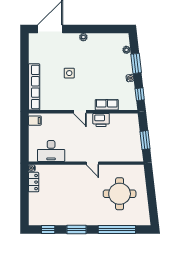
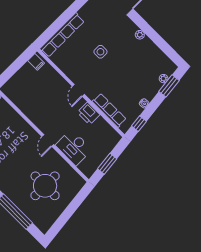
window: (136, 63) -> (169, 86), moved
row of seats: (107, 105) -> (109, 110), width x1.48
desk: (51, 151) -> (74, 147), moved

